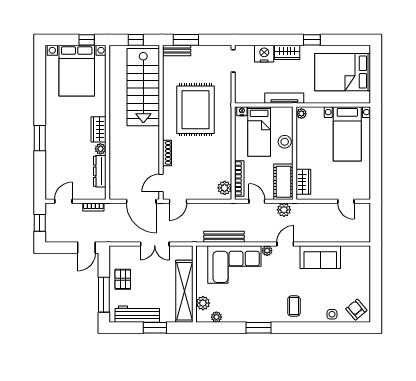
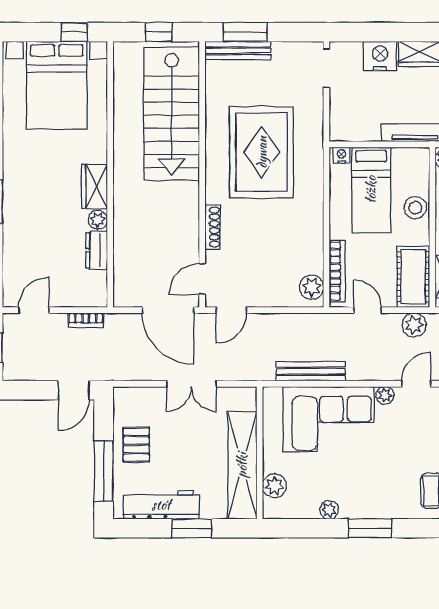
bench: (177, 51) -> (238, 51), width x1.36
dresser: (100, 171) -> (97, 250), width x0.70
plant: (216, 317) -> (329, 510), moved

